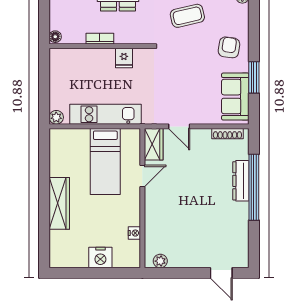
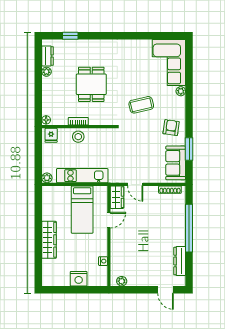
fridge: (124, 58) -> (51, 135), moved
stool: (100, 60) -> (78, 137), added
dresser: (241, 181) -> (180, 261), moved

